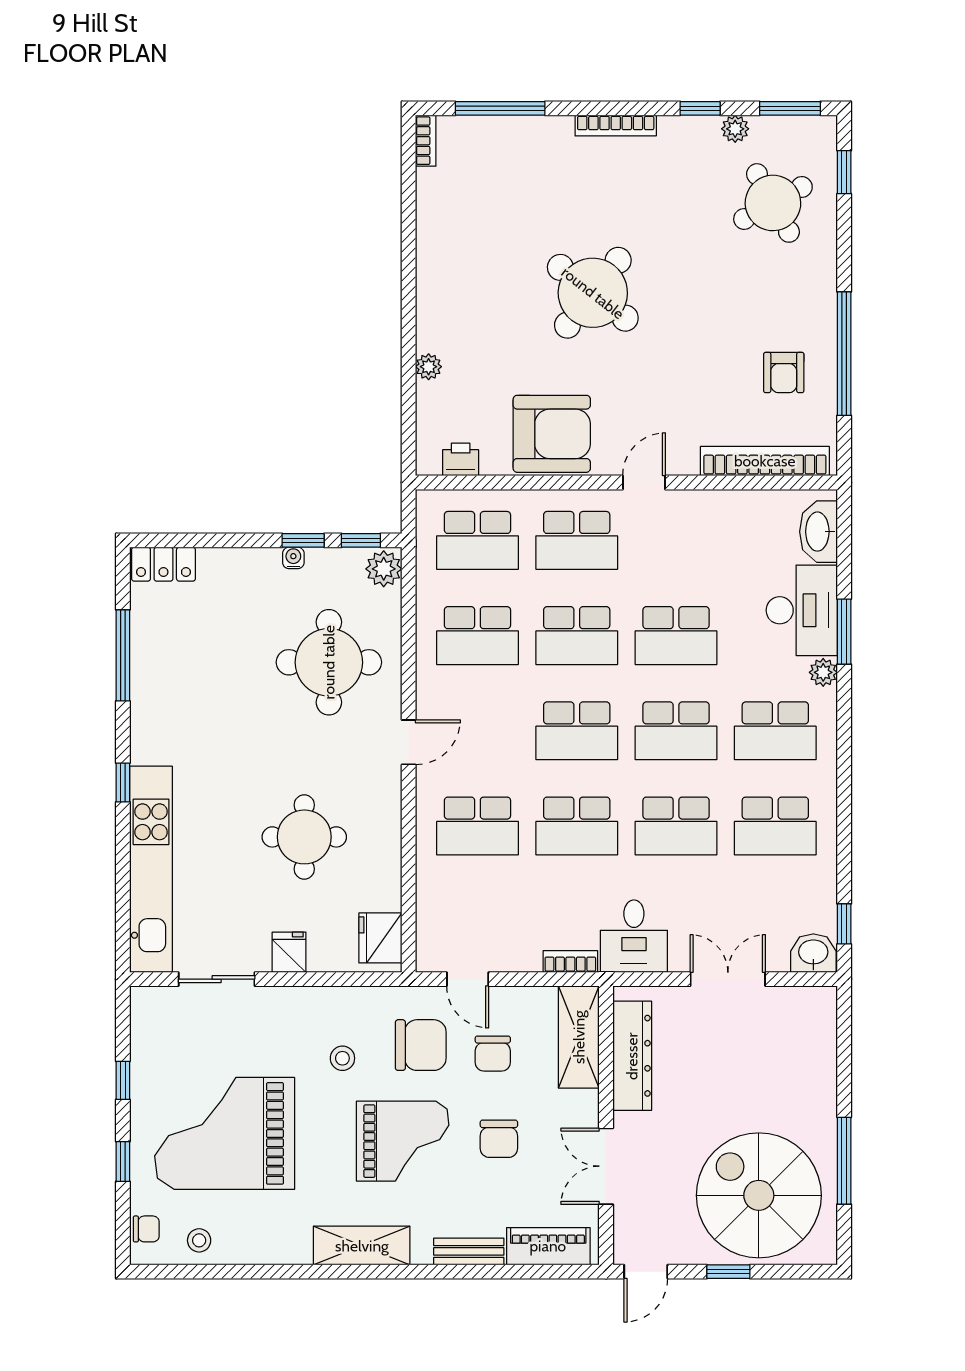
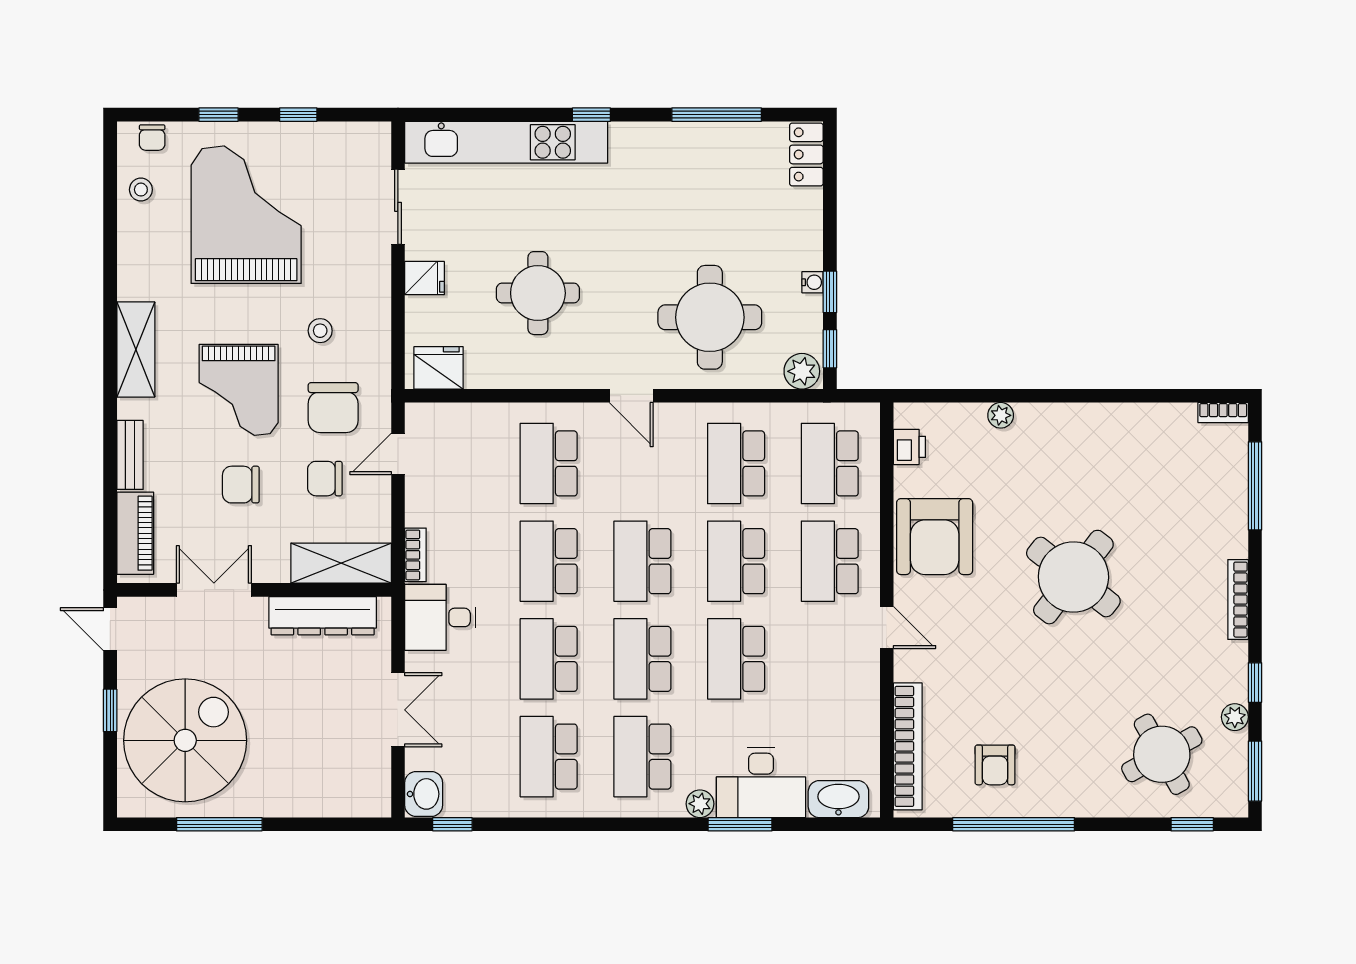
armchair: (784, 372) -> (995, 765), turned -90

